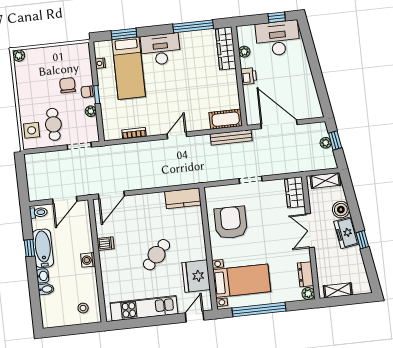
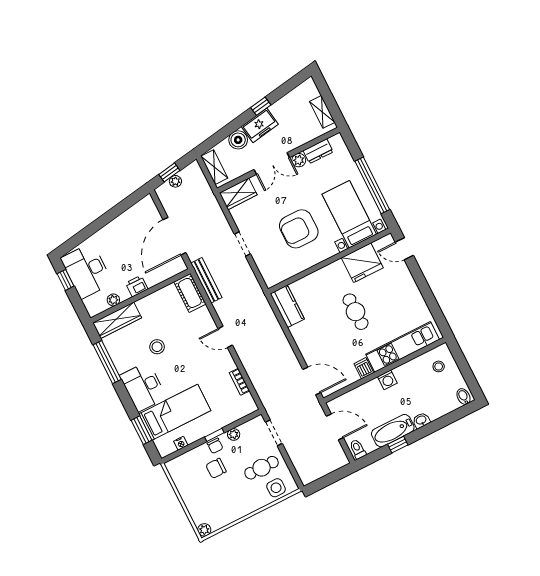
stool: (190, 74) -> (157, 347), added
armchair: (231, 223) -> (299, 229), moved
cafe table: (157, 255) -> (355, 312), turned 47
bidet: (46, 289) -> (464, 397), moved
plant: (308, 294) -> (299, 160), moved
kitchen unit: (144, 308) -> (403, 347), moved, turned 90

